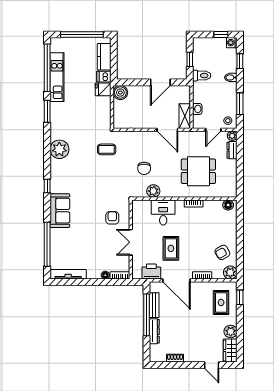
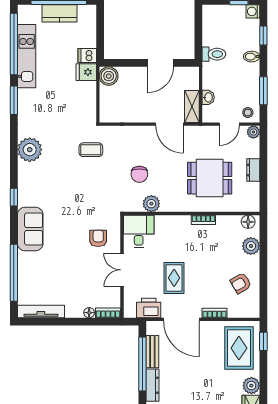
kitchen counter: (104, 57) -> (59, 13), moved, turned -90
window: (190, 59) -> (198, 33), removed
dresser: (232, 150) -> (253, 170), moved
desk: (163, 212) -> (139, 231), moved
plant: (230, 273) -> (251, 246), moved
rug: (221, 302) -> (239, 348), width x1.36, depth x1.43

